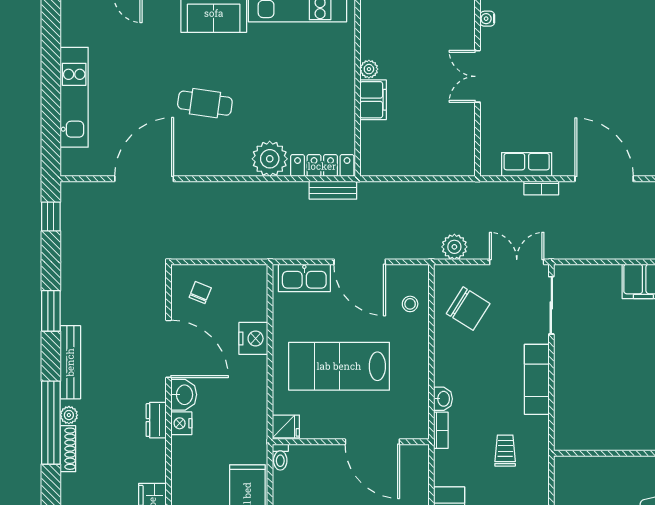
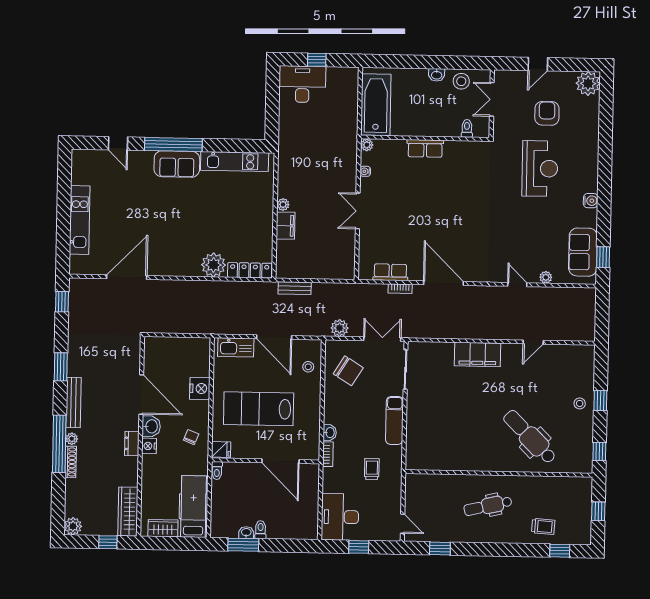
cafe table: (205, 103) -> (170, 226), removed
bench: (333, 190) -> (295, 288), moved
chair: (200, 293) -> (191, 437), moved

